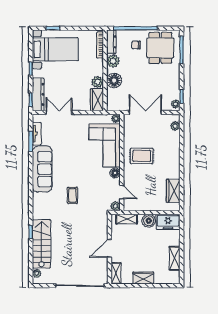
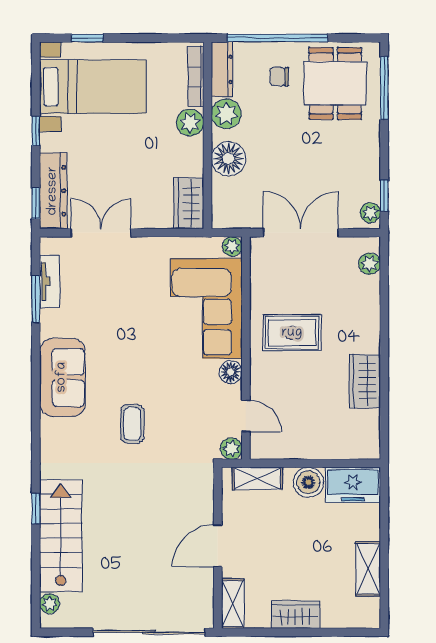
plant: (97, 82) -> (190, 123), moved
sofa: (42, 169) -> (62, 377), width x0.73
wardrobe: (173, 191) -> (365, 381), moved

